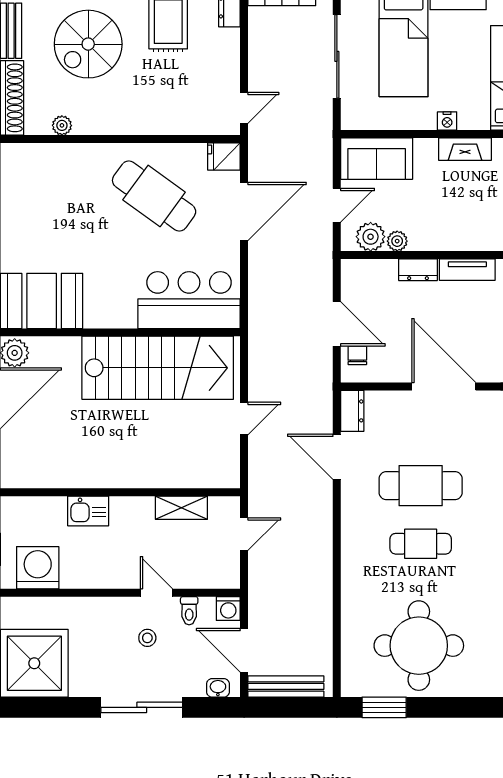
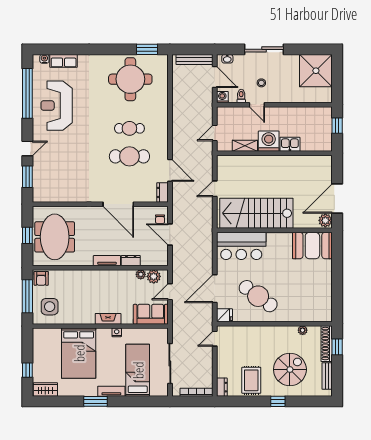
washing machine: (38, 568) -> (269, 141), moved, turned 180

